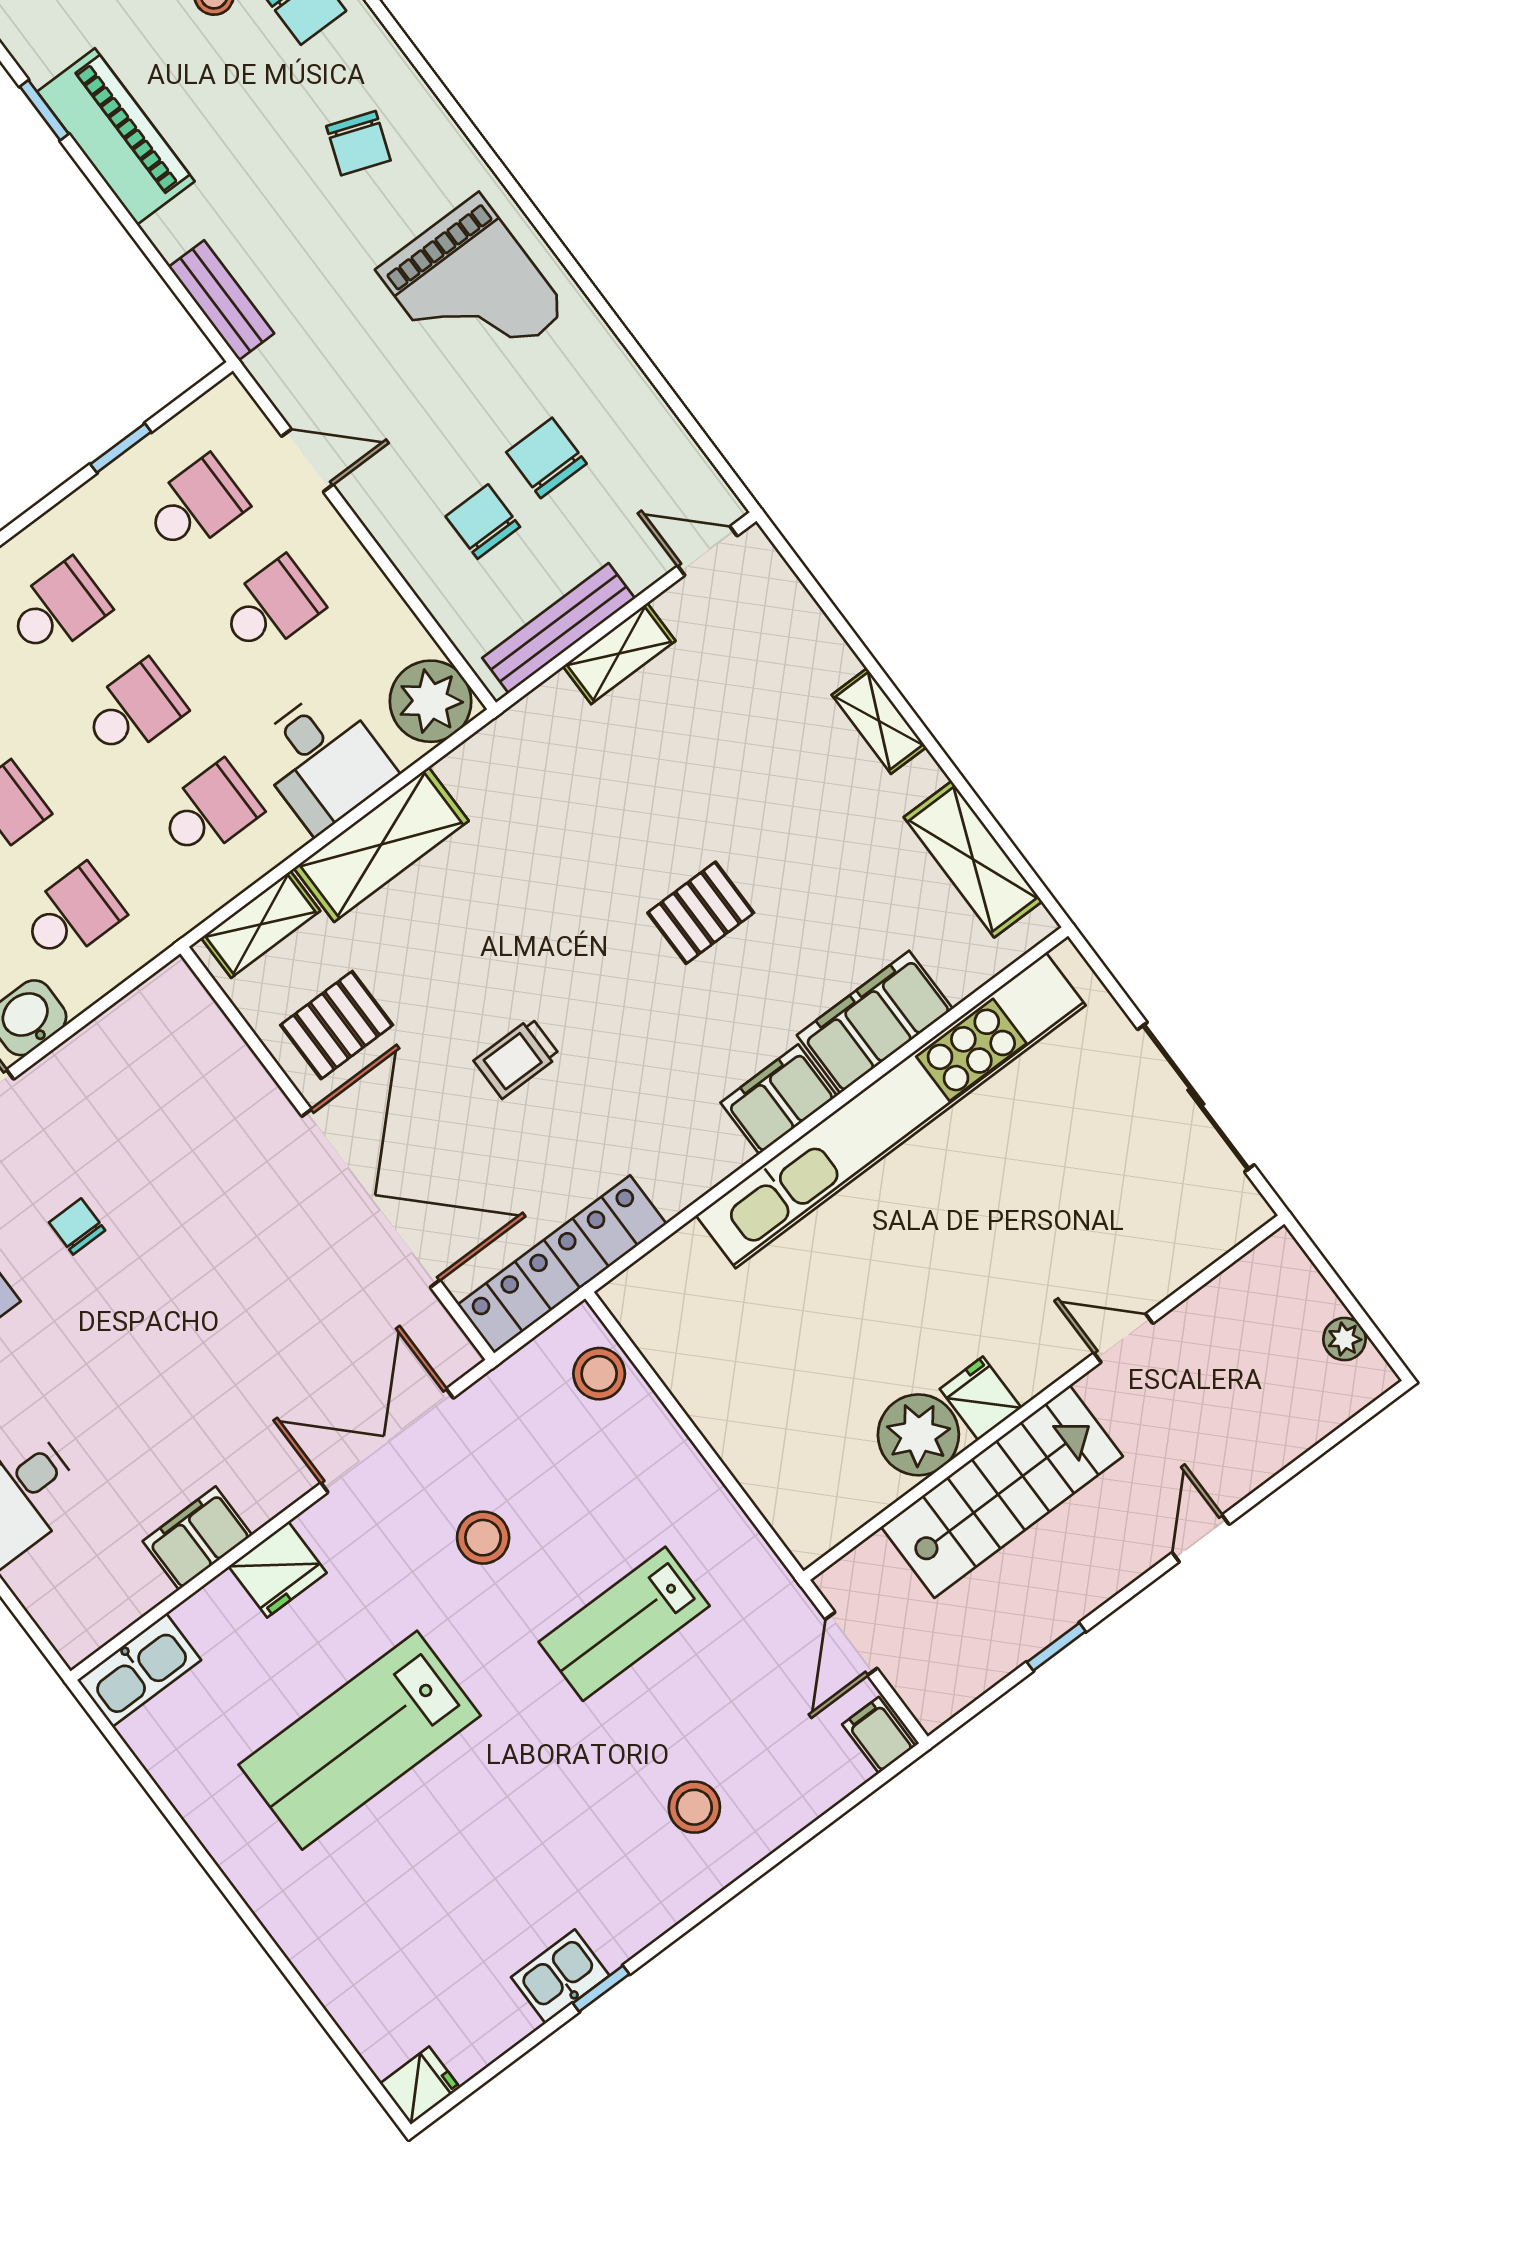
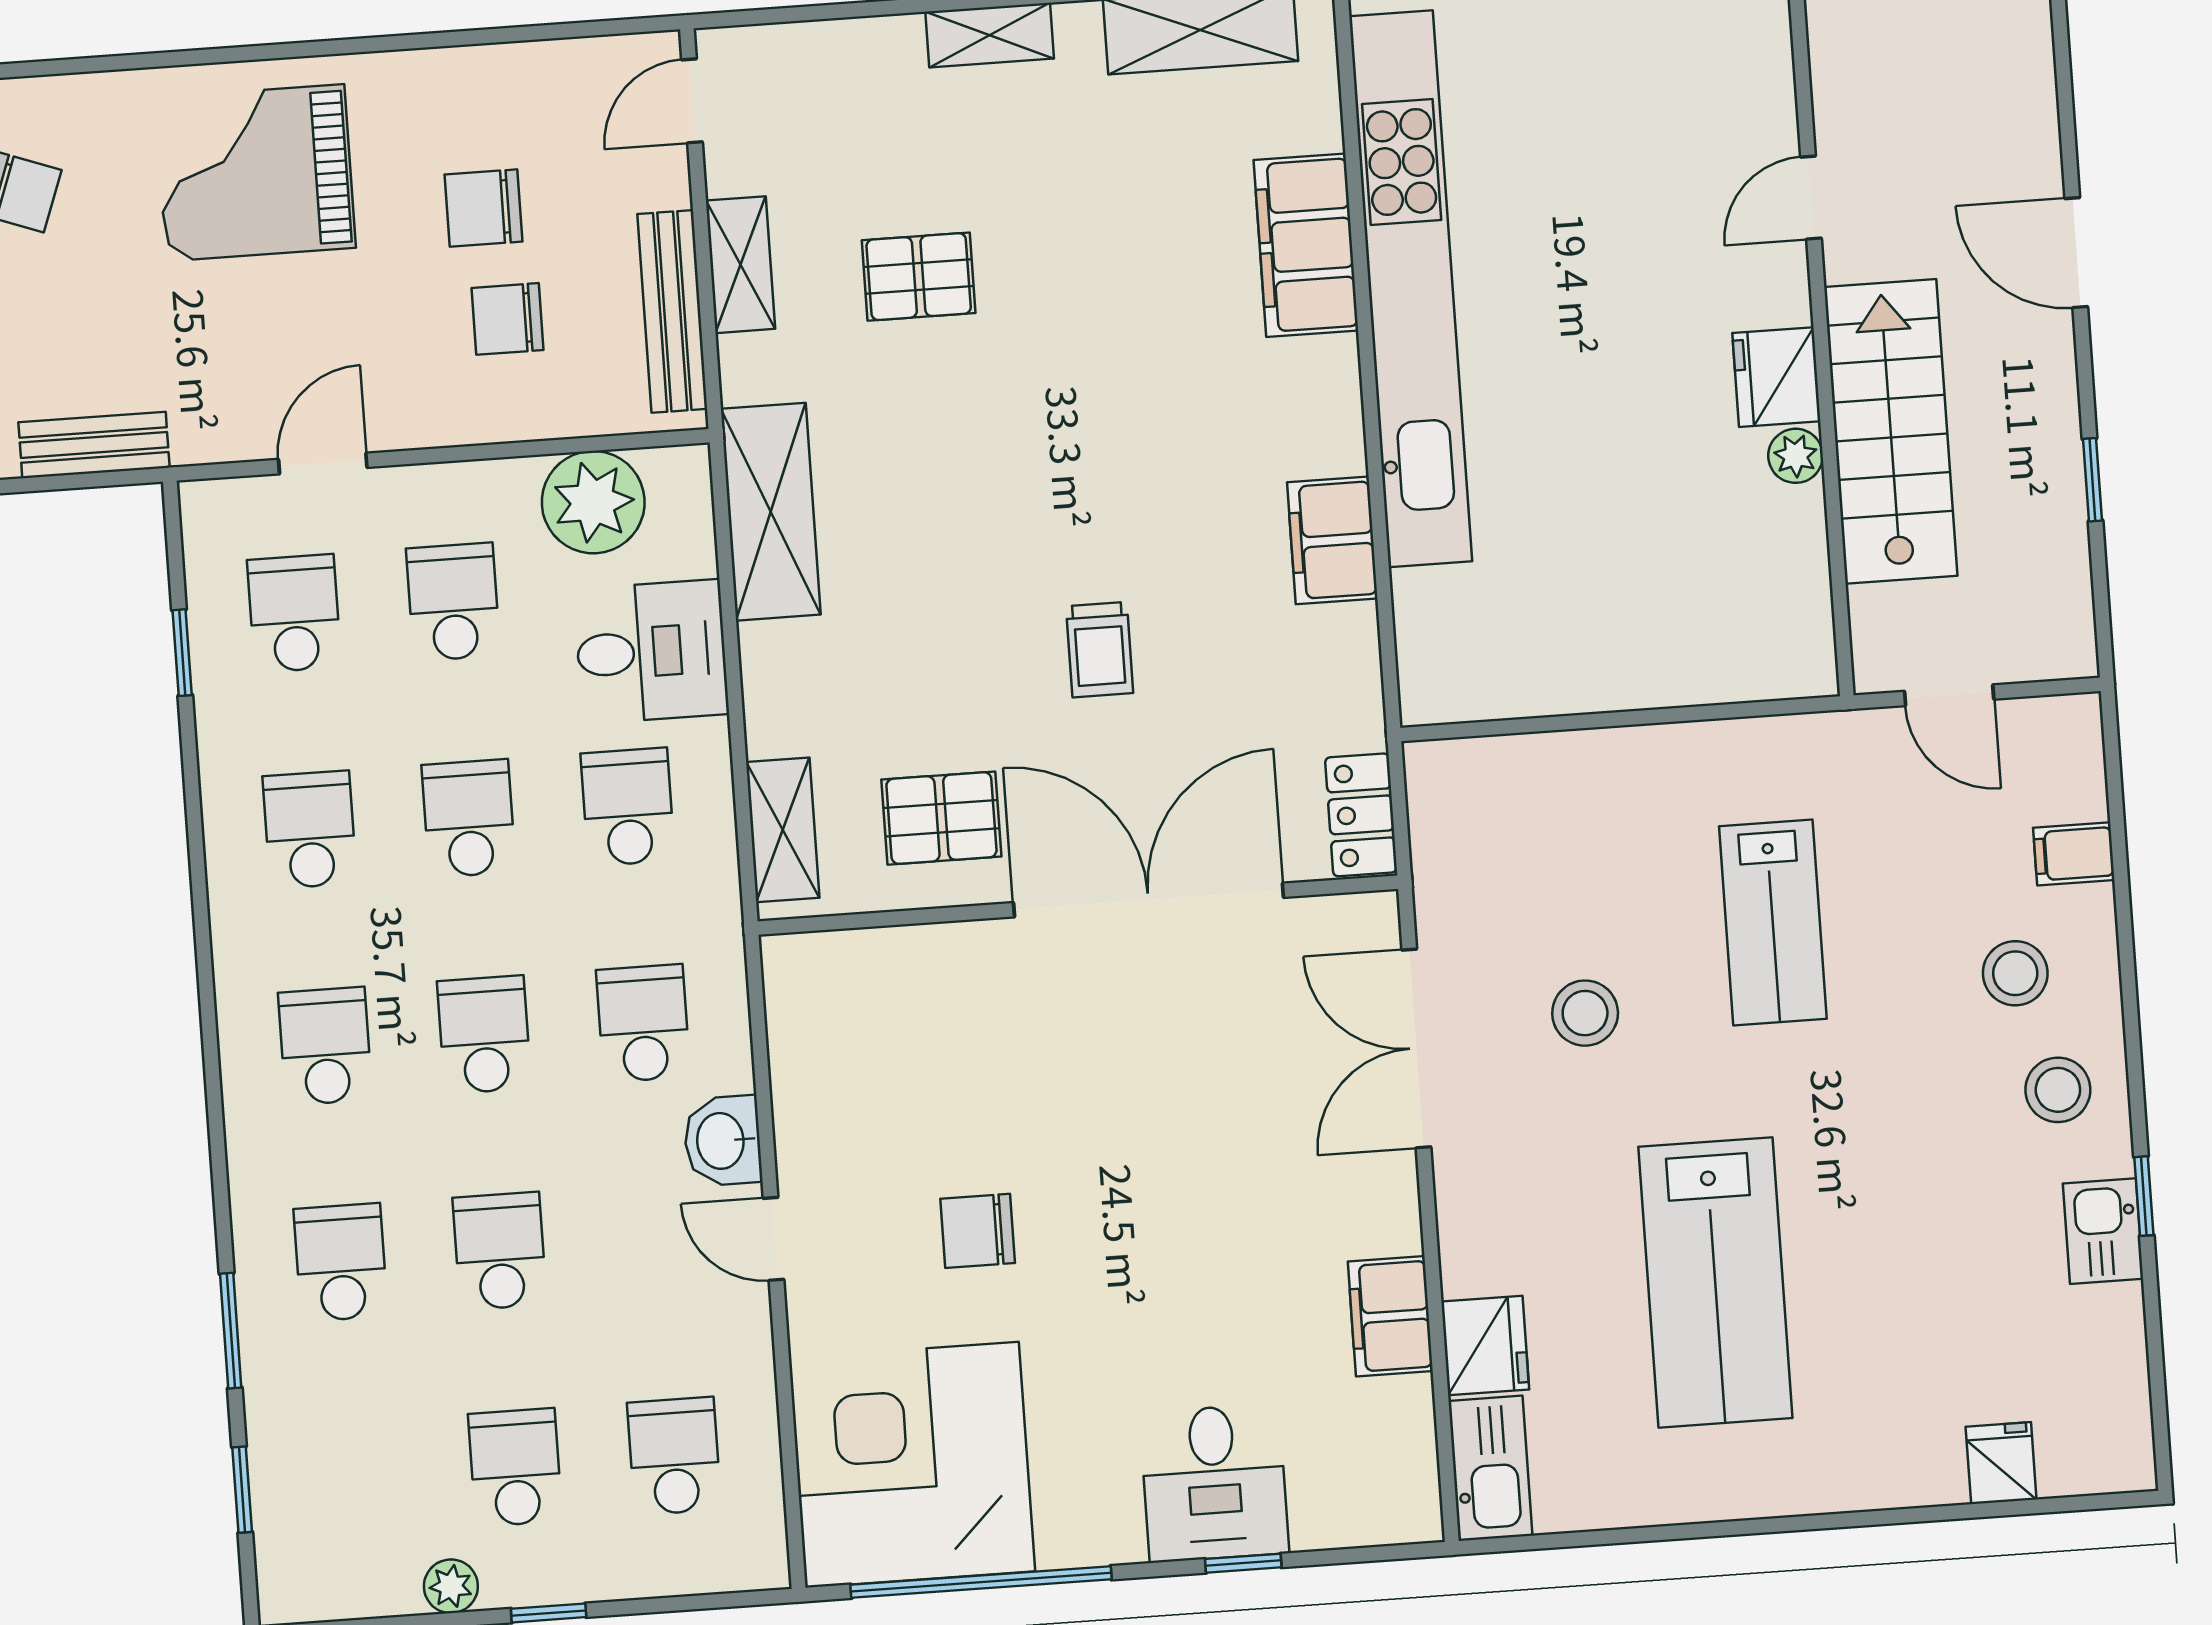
grand piano: (472, 291) -> (255, 173), turned 180
plant: (430, 701) -> (593, 502), moved
shelving: (381, 845) -> (771, 512), moved
pallet: (701, 913) -> (919, 277), moved, turned 90
pallet: (337, 1025) -> (941, 818), turned 90
filing cabinet: (779, 1099) -> (1332, 540), moved
chair: (77, 1226) -> (978, 1231), width x1.37, depth x1.37
locker: (562, 1264) -> (1361, 815), width x0.46, depth x0.83
stool: (599, 1374) -> (2058, 1090), moved
fridge: (981, 1398) -> (1776, 377), width x1.38
plant: (918, 1435) -> (1796, 456), width x0.53, depth x0.53
door: (1201, 1538) -> (2076, 253), width x1.37
fridge: (278, 1570) -> (1485, 1345), moved
filing cabinet: (879, 1735) -> (2074, 854), moved
fridge: (420, 2086) -> (2001, 1463), moved

